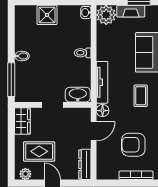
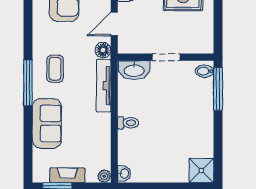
shower: (47, 15) -> (201, 170), moved
plant: (106, 15) -> (104, 176), width x0.53, depth x0.53
bidet: (22, 56) -> (204, 71), moved
wardrobe: (22, 121) -> (204, 37), removed

